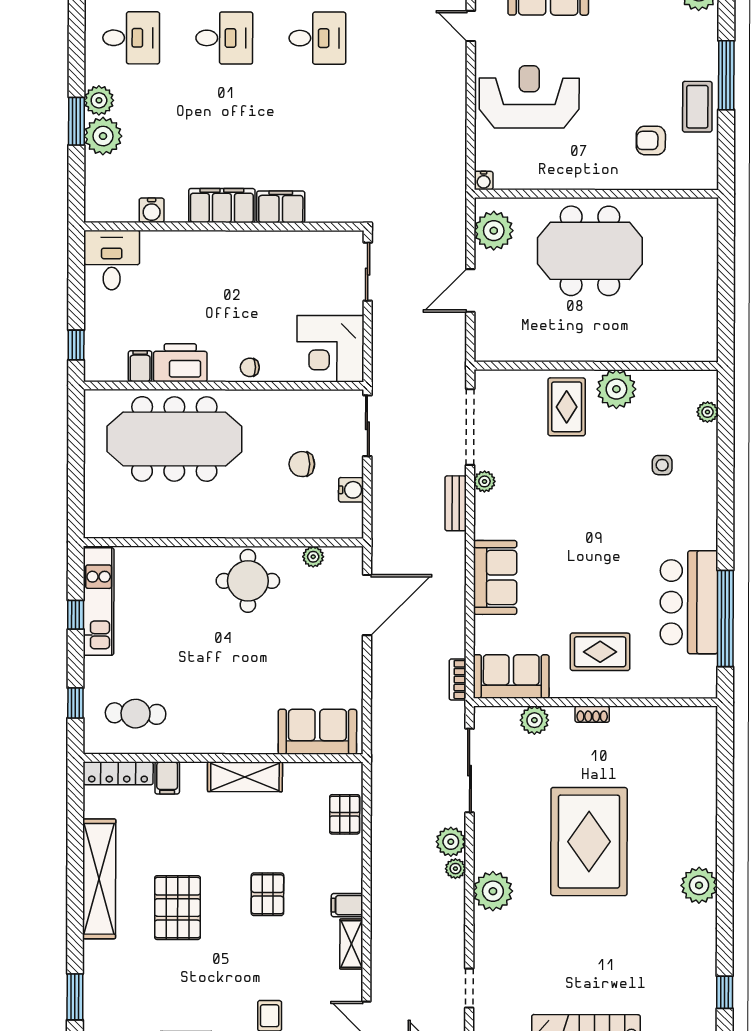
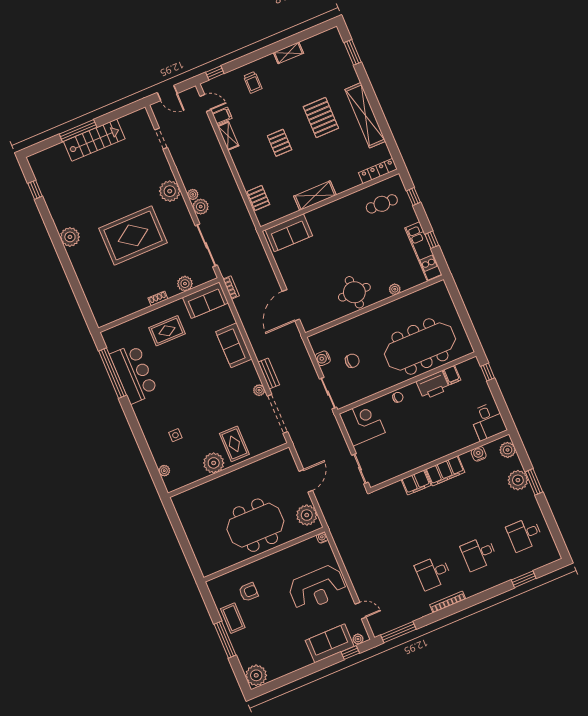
plant: (99, 100) -> (508, 450), moved
plant: (313, 557) -> (395, 289), moved
filing cabinet: (167, 778) -> (353, 179), removed
rug: (589, 842) -> (133, 235), turned 90
filing cabinet: (347, 905) -> (222, 116), moved

